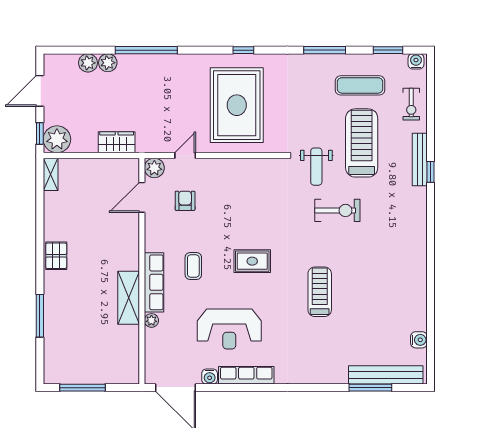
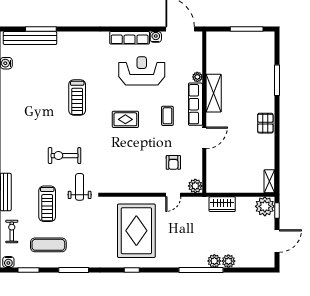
plant: (88, 63) -> (214, 261), moved
treadmill: (362, 143) -> (47, 204), width x0.73, depth x0.73
door: (142, 197) -> (204, 138), moved

